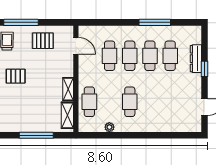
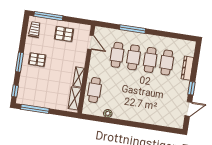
window: (155, 22) -> (133, 29), moved
window: (204, 69) -> (192, 88), moved
cafe table: (130, 102) -> (128, 95), removed
window: (36, 135) -> (35, 109), moved

